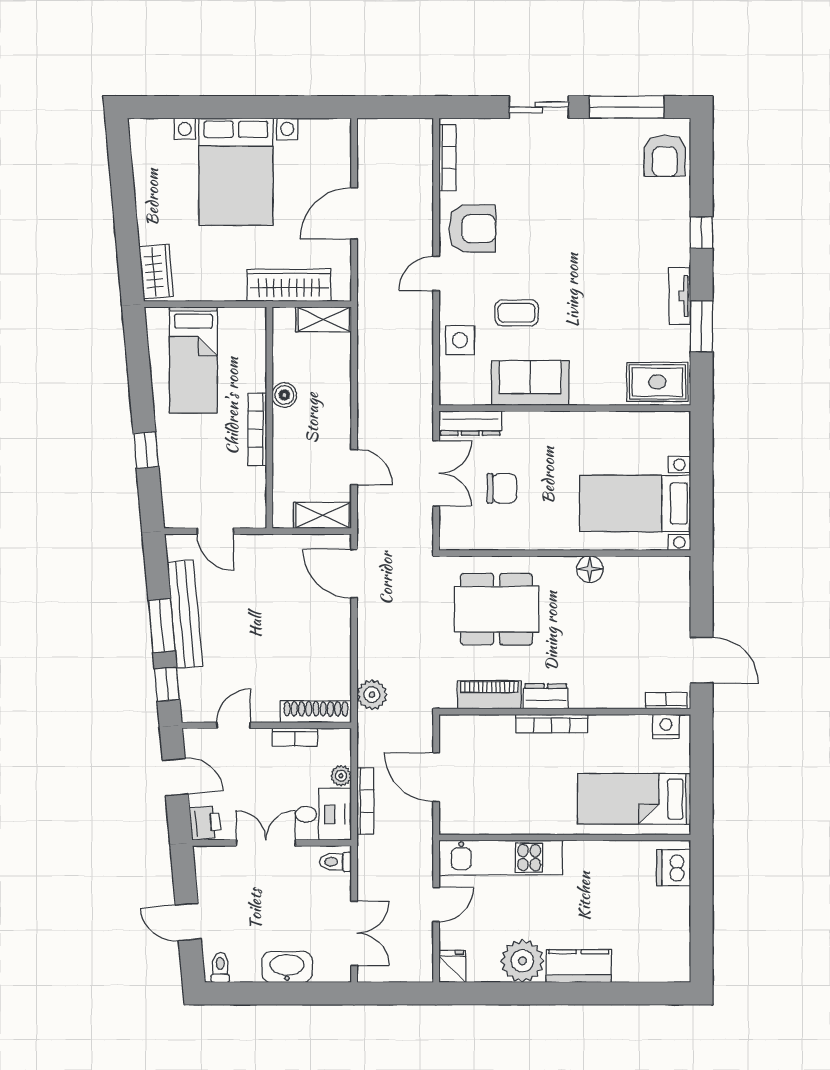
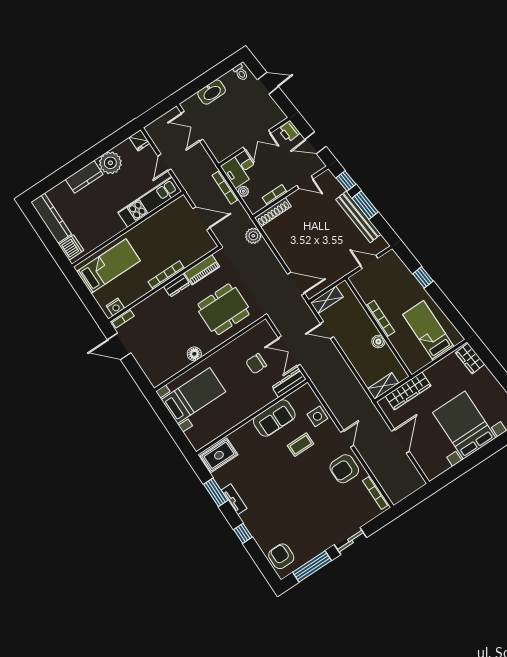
door: (233, 725) -> (305, 182), hinge flipped
toilet: (336, 862) -> (221, 152), removed
kitchen counter: (675, 935) -> (51, 218), added

